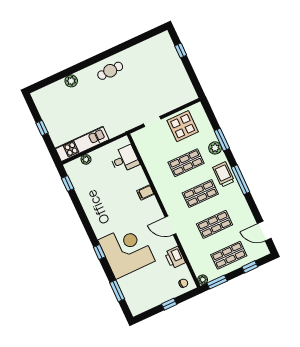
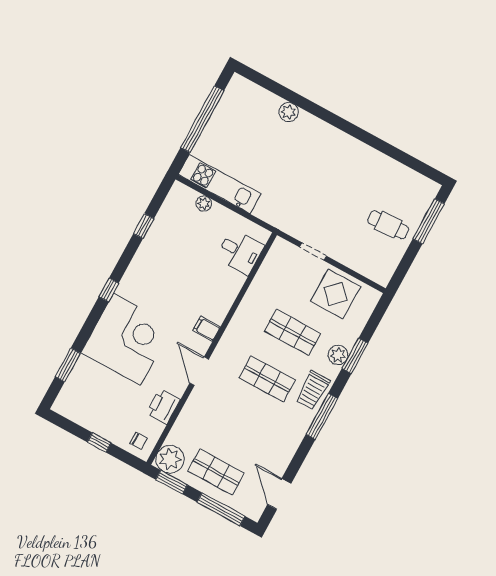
window: (181, 50) -> (429, 221), width x2.17
cafe table: (110, 71) -> (388, 225), moved
window: (42, 128) -> (202, 119), width x3.17
trolley: (224, 174) -> (313, 390), turned 180
window: (68, 183) -> (144, 226), moved
filing cabinet: (145, 192) -> (207, 329), moved
shop shelf: (215, 224) -> (242, 425), removed
window: (99, 252) -> (109, 290), moved
window: (250, 267) -> (221, 509), width x2.17
plant: (203, 280) -> (170, 459), width x1.87, depth x1.87

